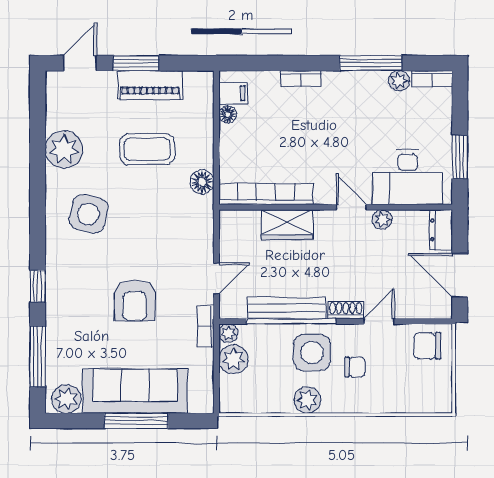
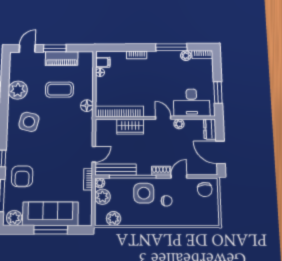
armchair: (135, 301) -> (22, 176), moved
bench: (287, 308) -> (116, 170), moved
chair: (427, 346) -> (205, 190), turned -96
plant: (307, 400) -> (114, 219), moved

